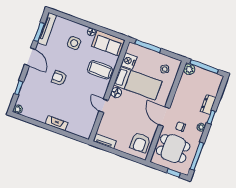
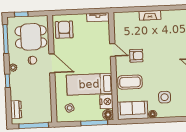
plant: (189, 69) -> (47, 117), removed
armchair: (59, 78) -> (136, 56), moved
floor lamp: (116, 93) -> (108, 115), moved
dresser: (208, 104) -> (16, 110), moved

